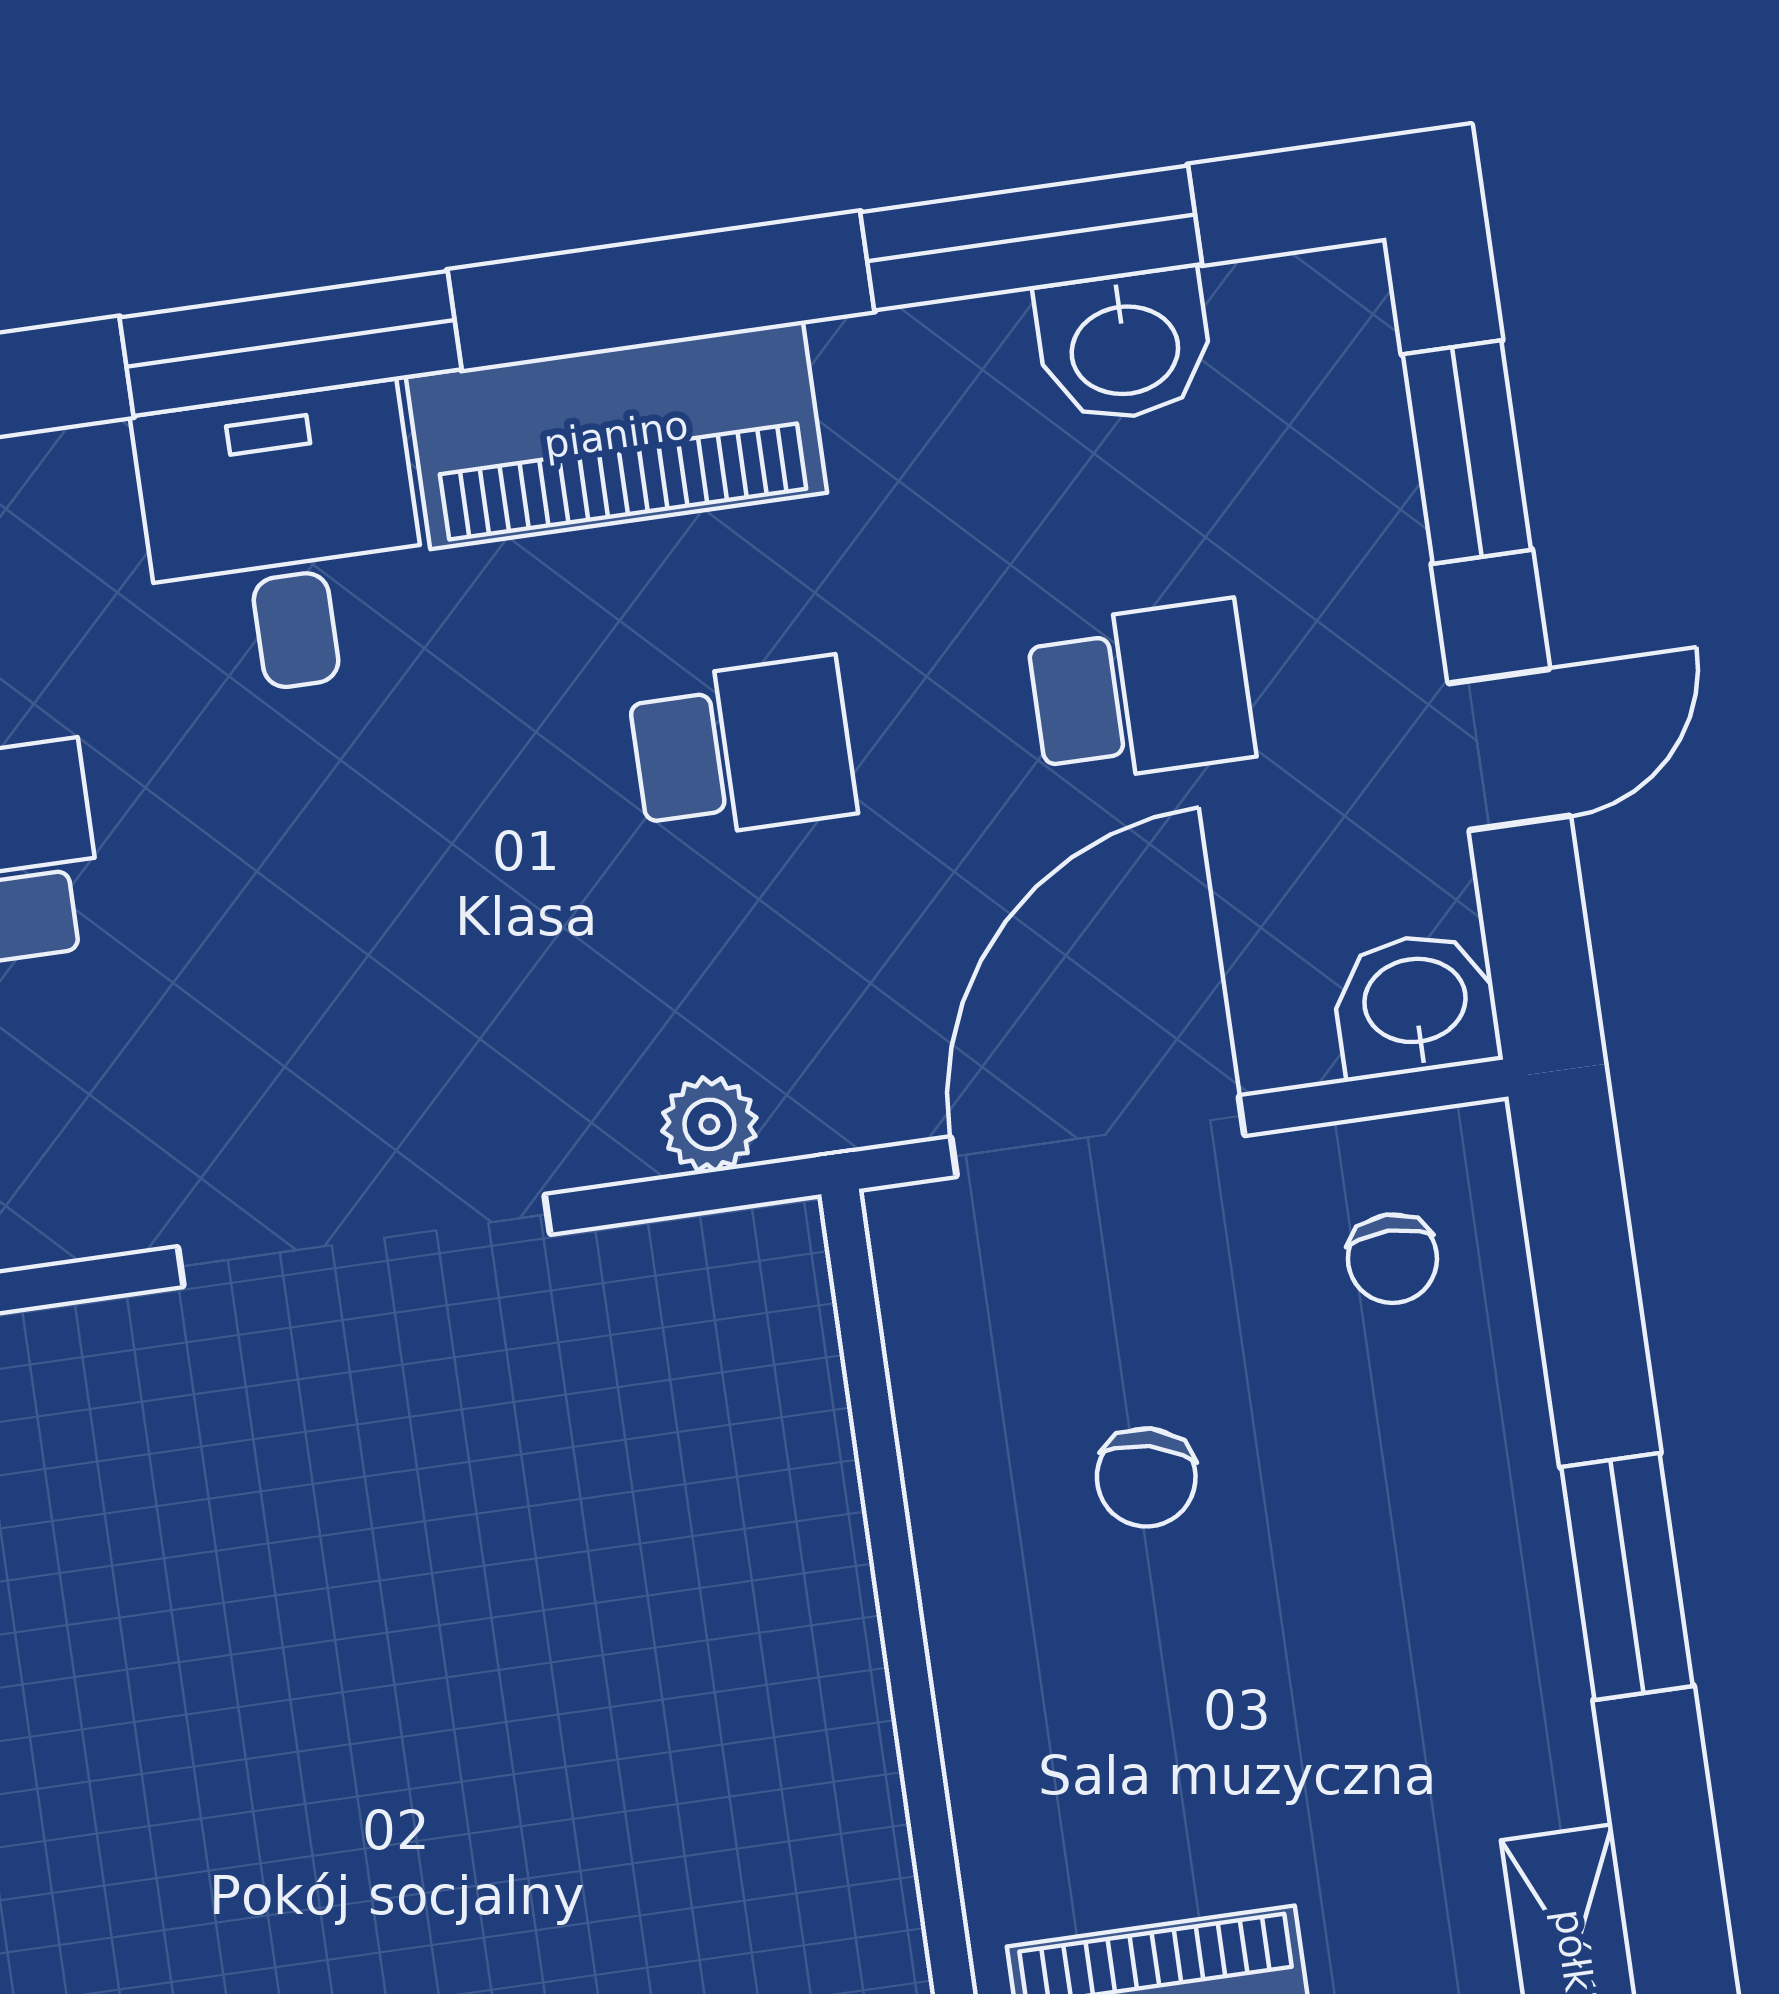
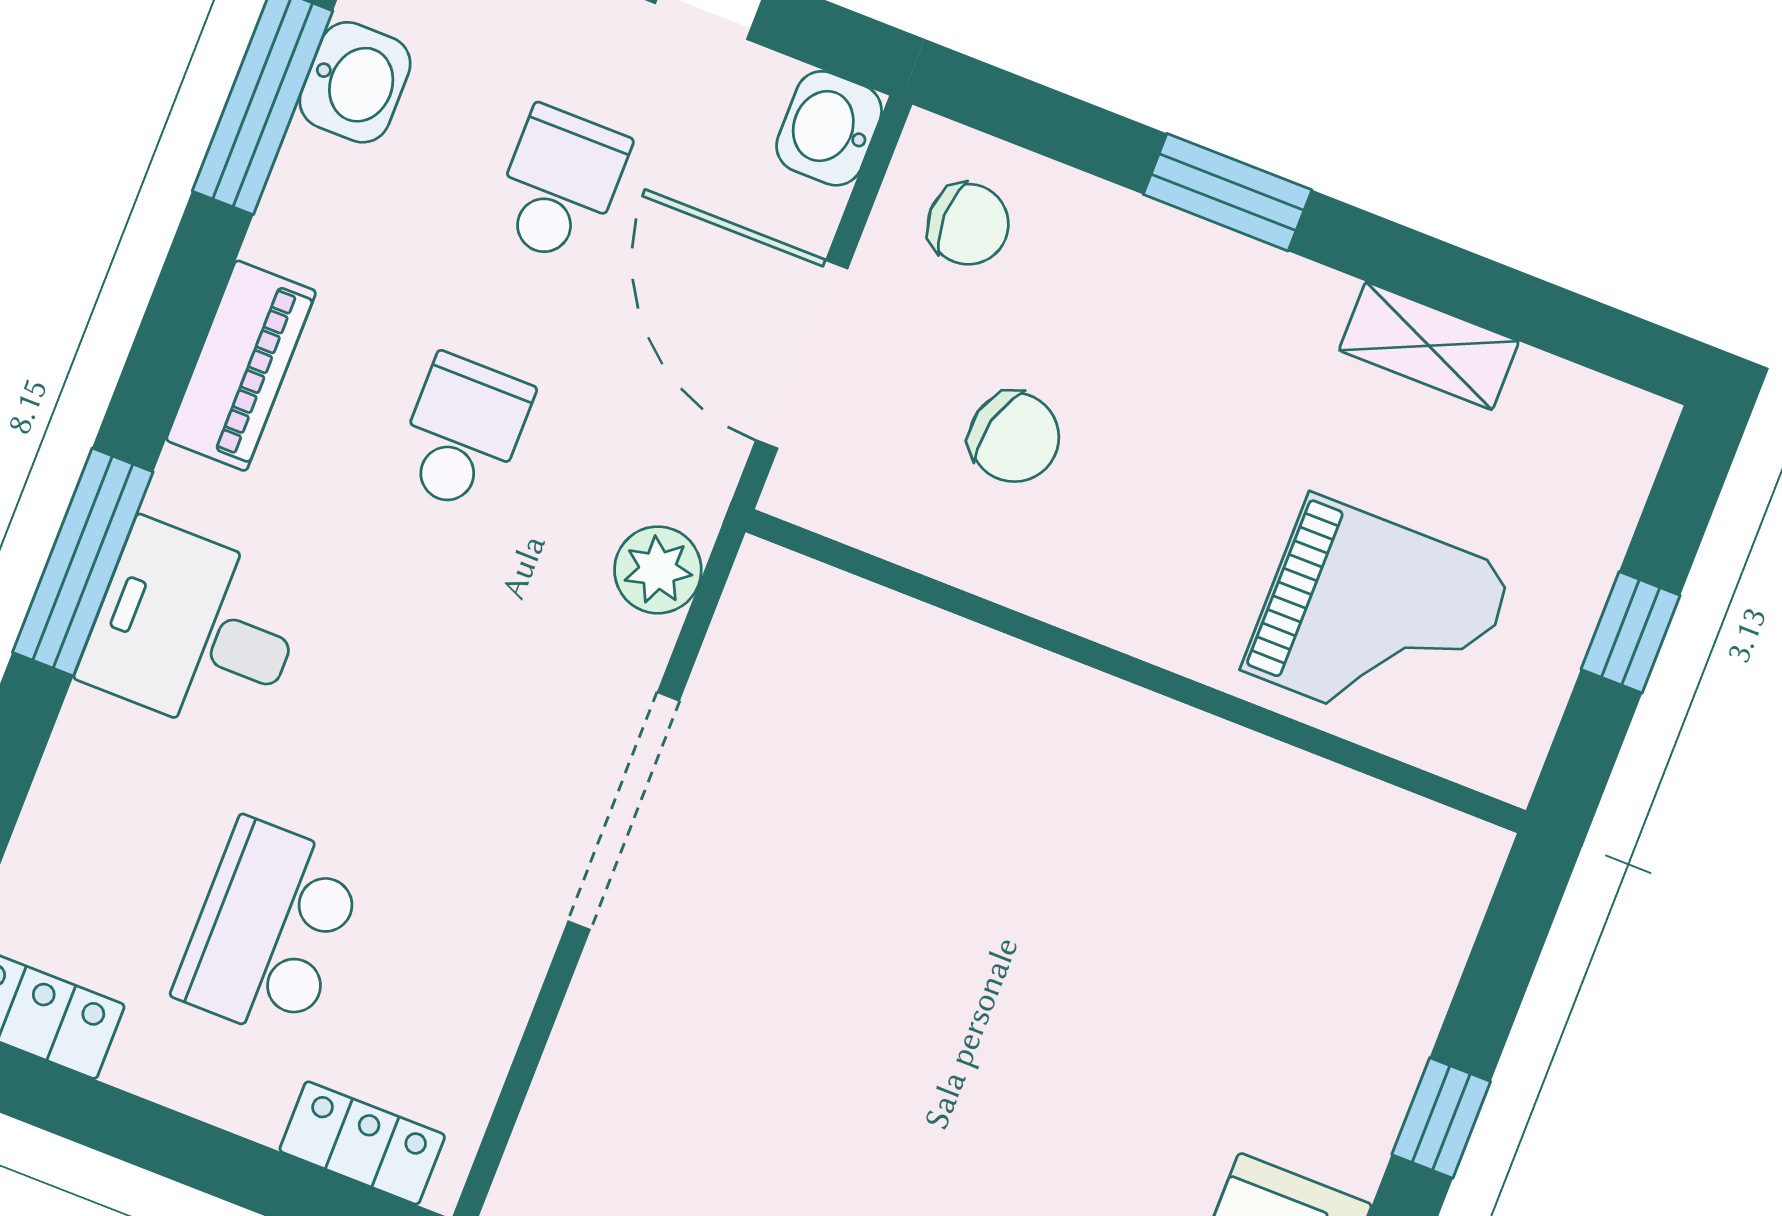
piano: (616, 435) -> (241, 366), width x0.73, depth x0.75
plant: (709, 1124) -> (658, 570), width x1.38, depth x1.38
chair: (1392, 1259) -> (968, 224), width x1.37, depth x1.37
chair: (1146, 1477) -> (1014, 437), width x1.37, depth x1.37

